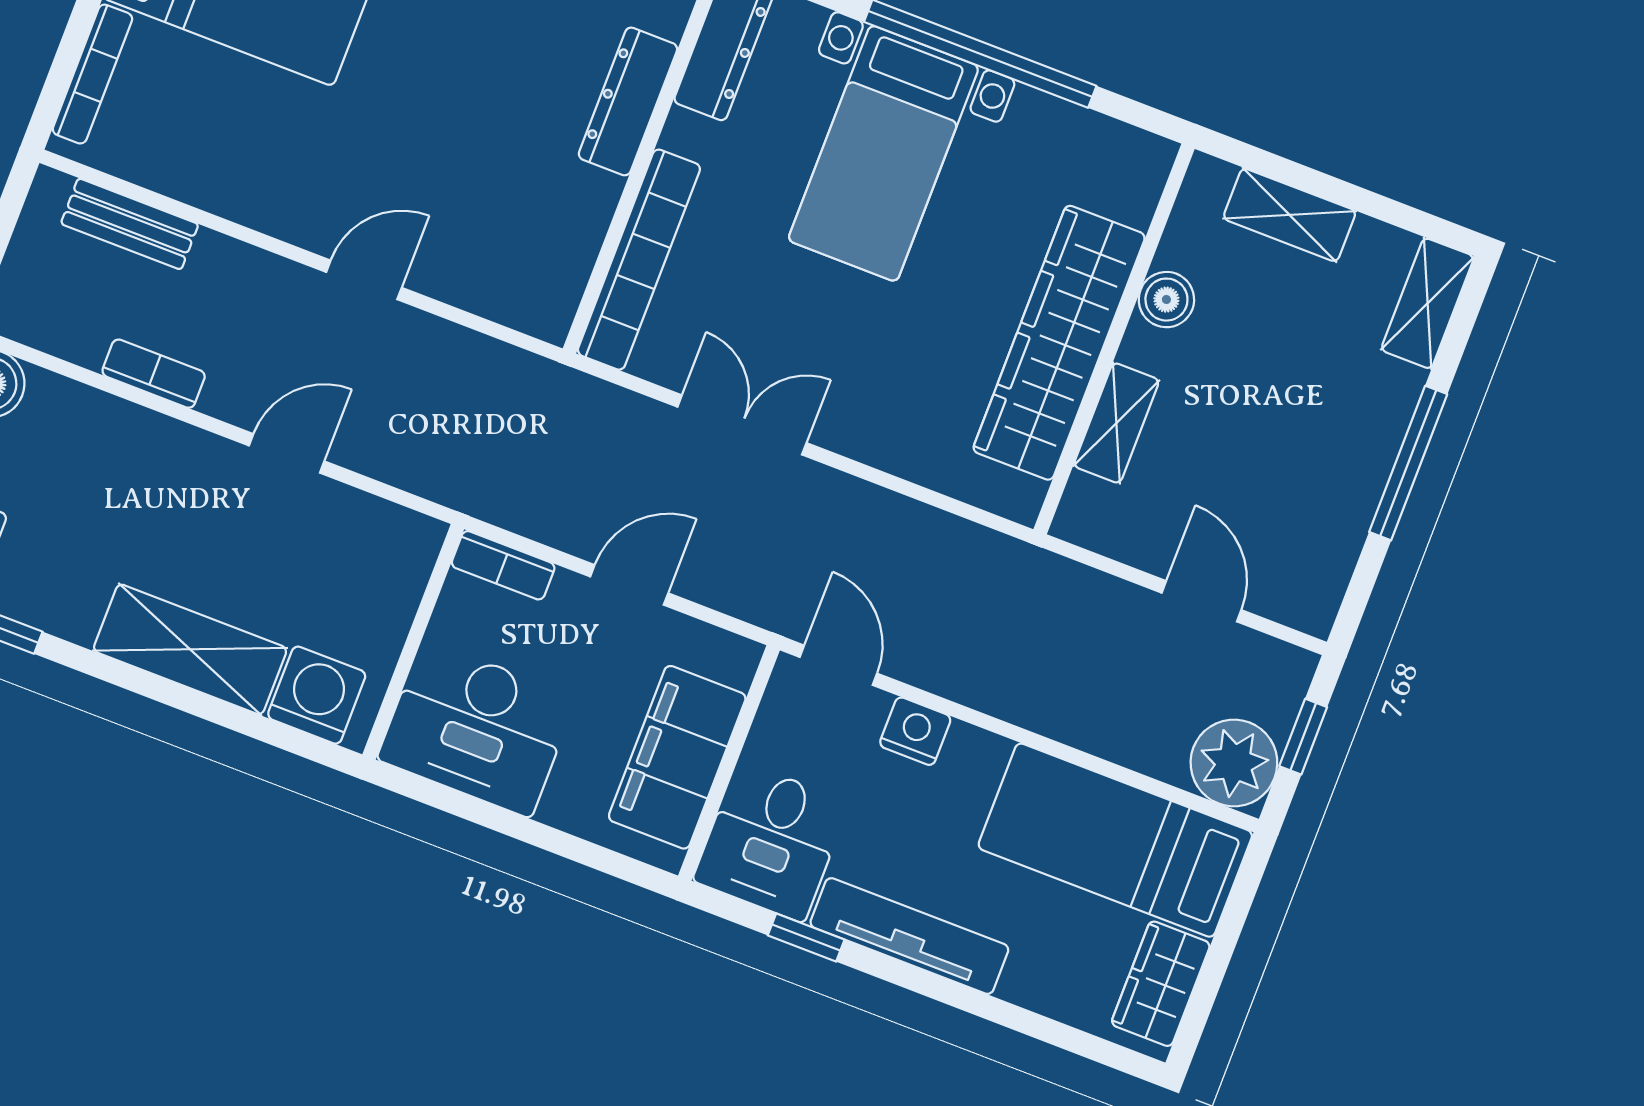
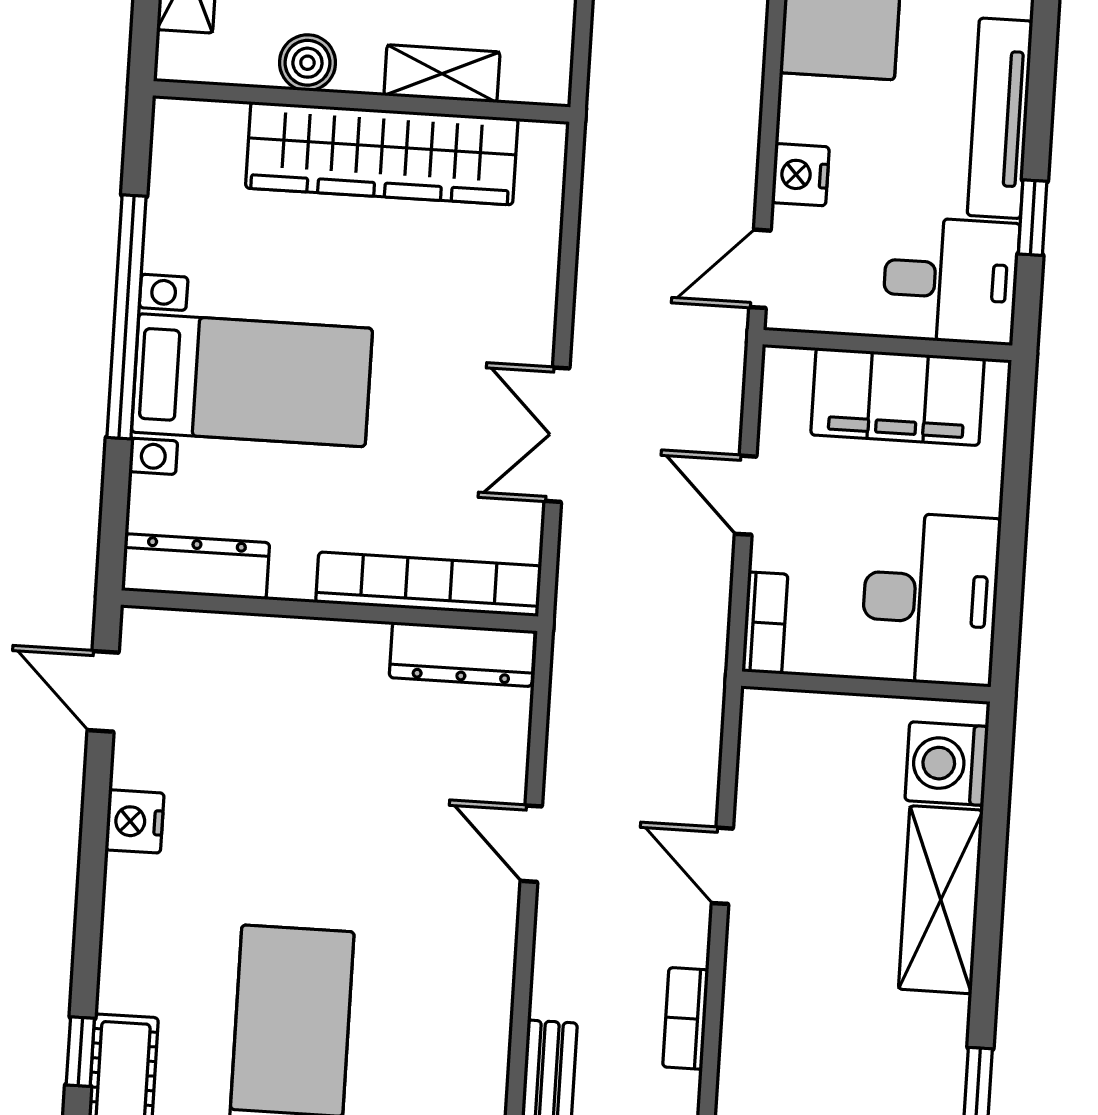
dresser: (628, 101) -> (462, 654), moved

